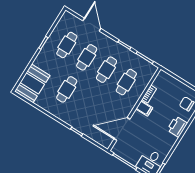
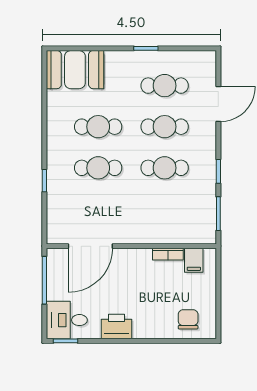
cafe table: (126, 82) -> (98, 168), moved
filing cabinet: (144, 108) -> (194, 260), moved
printer: (177, 127) -> (117, 326), moved
door: (122, 129) -> (90, 246), swing flipped

